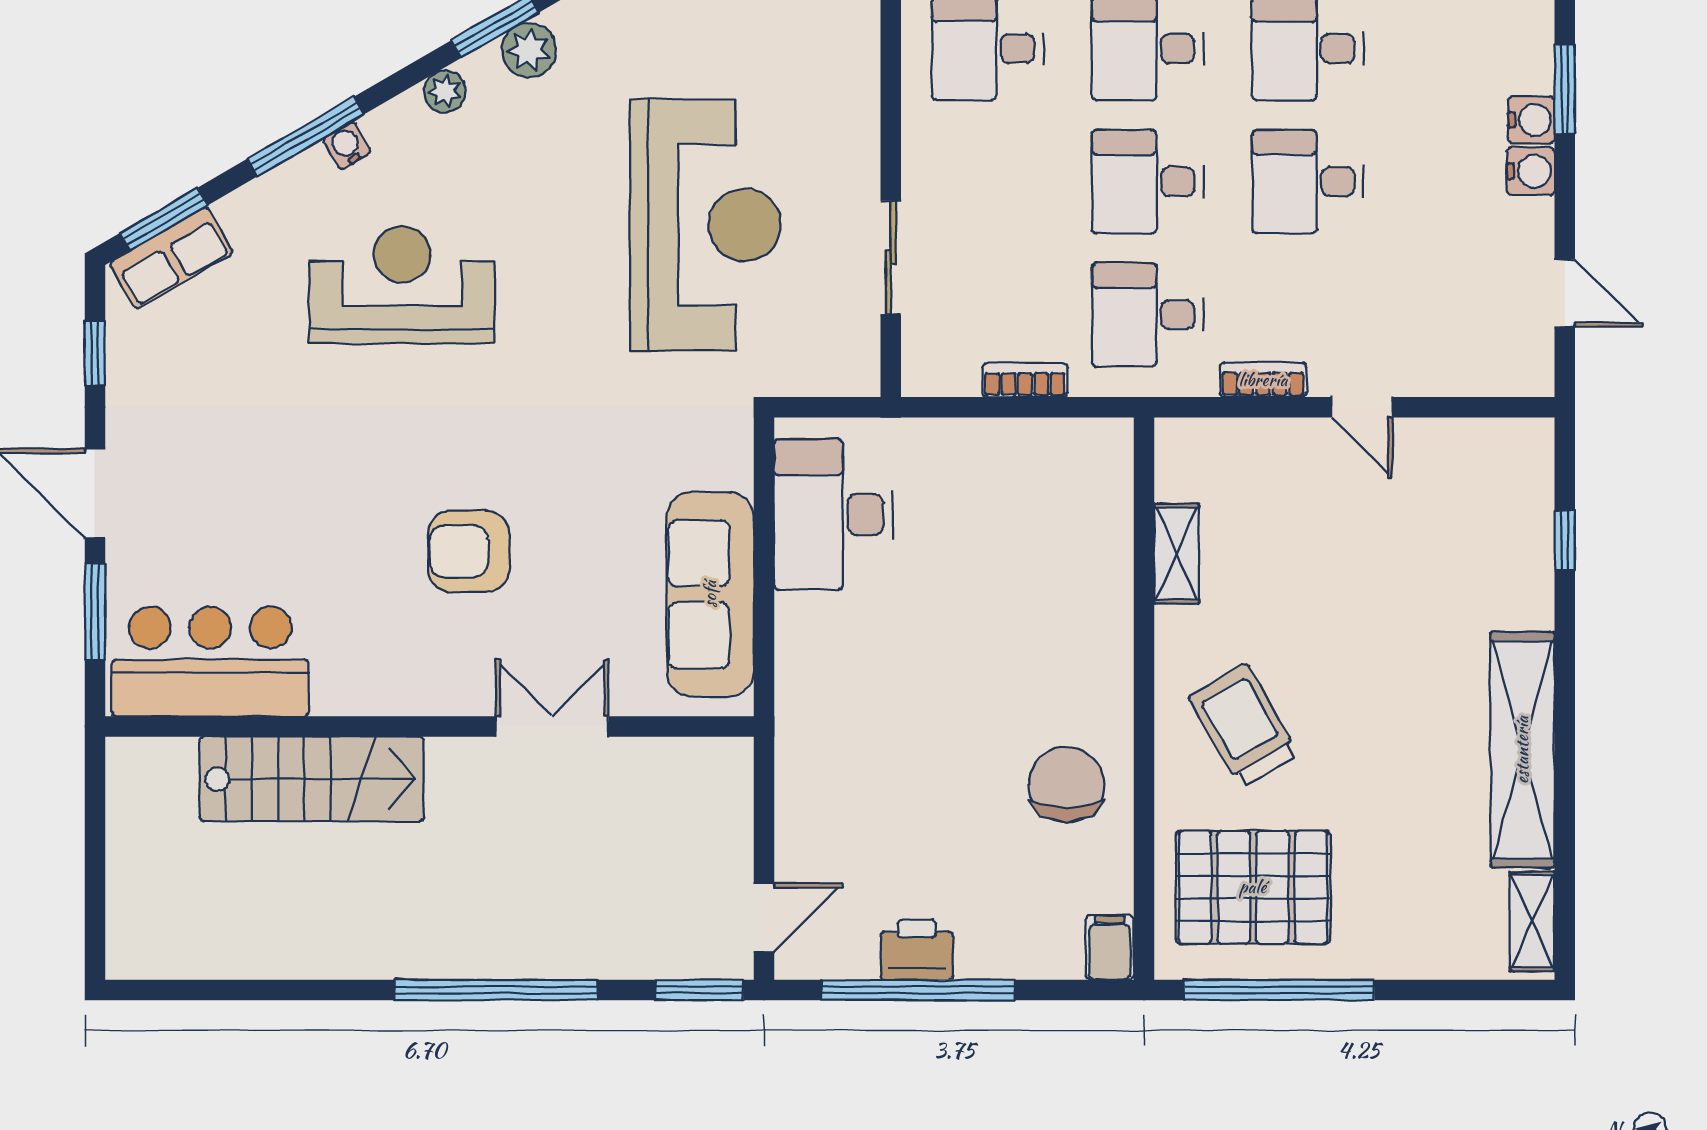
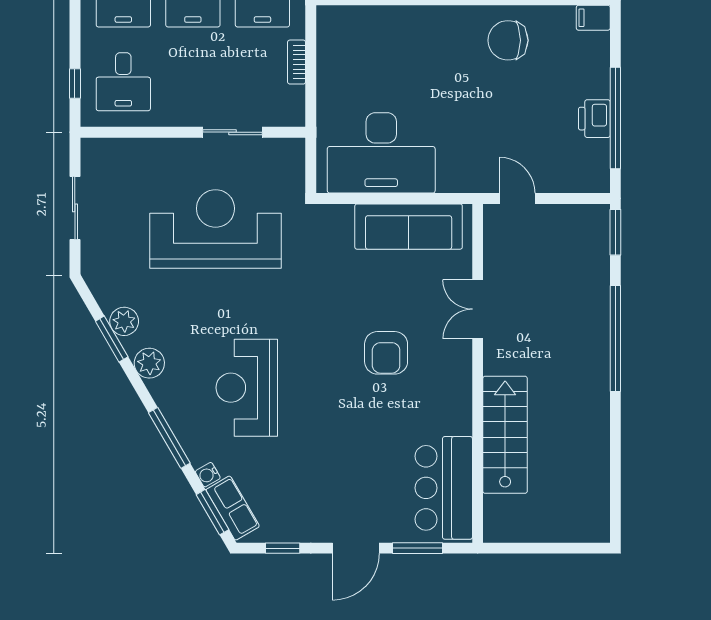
plant: (445, 91) -> (149, 363), width x1.38, depth x1.38
water cooler: (347, 146) -> (208, 475), moved
desk: (833, 515) -> (381, 153), width x1.36, depth x1.30
door: (764, 917) -> (517, 198), moved

